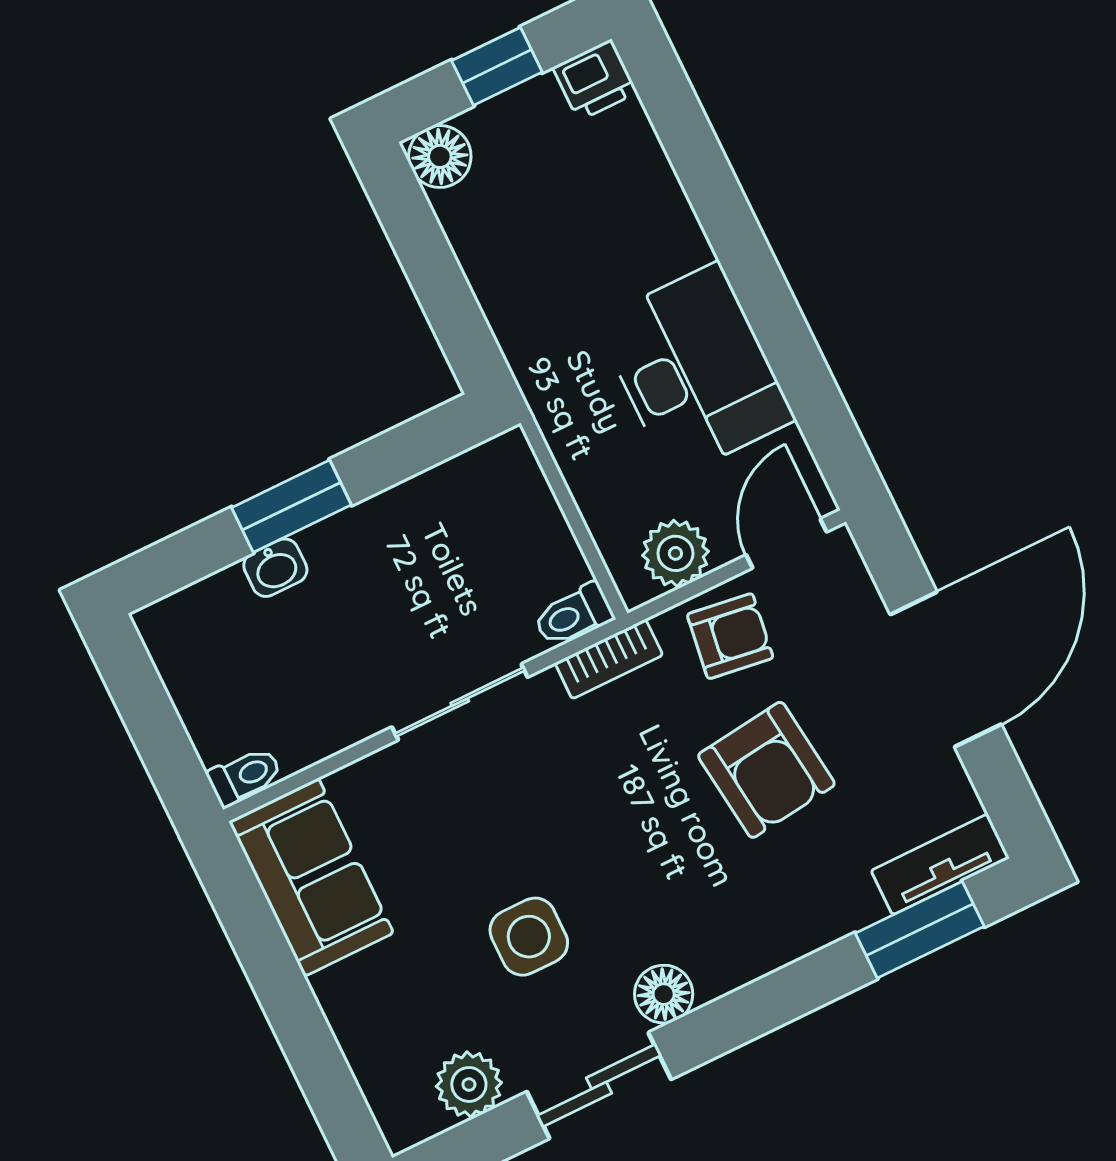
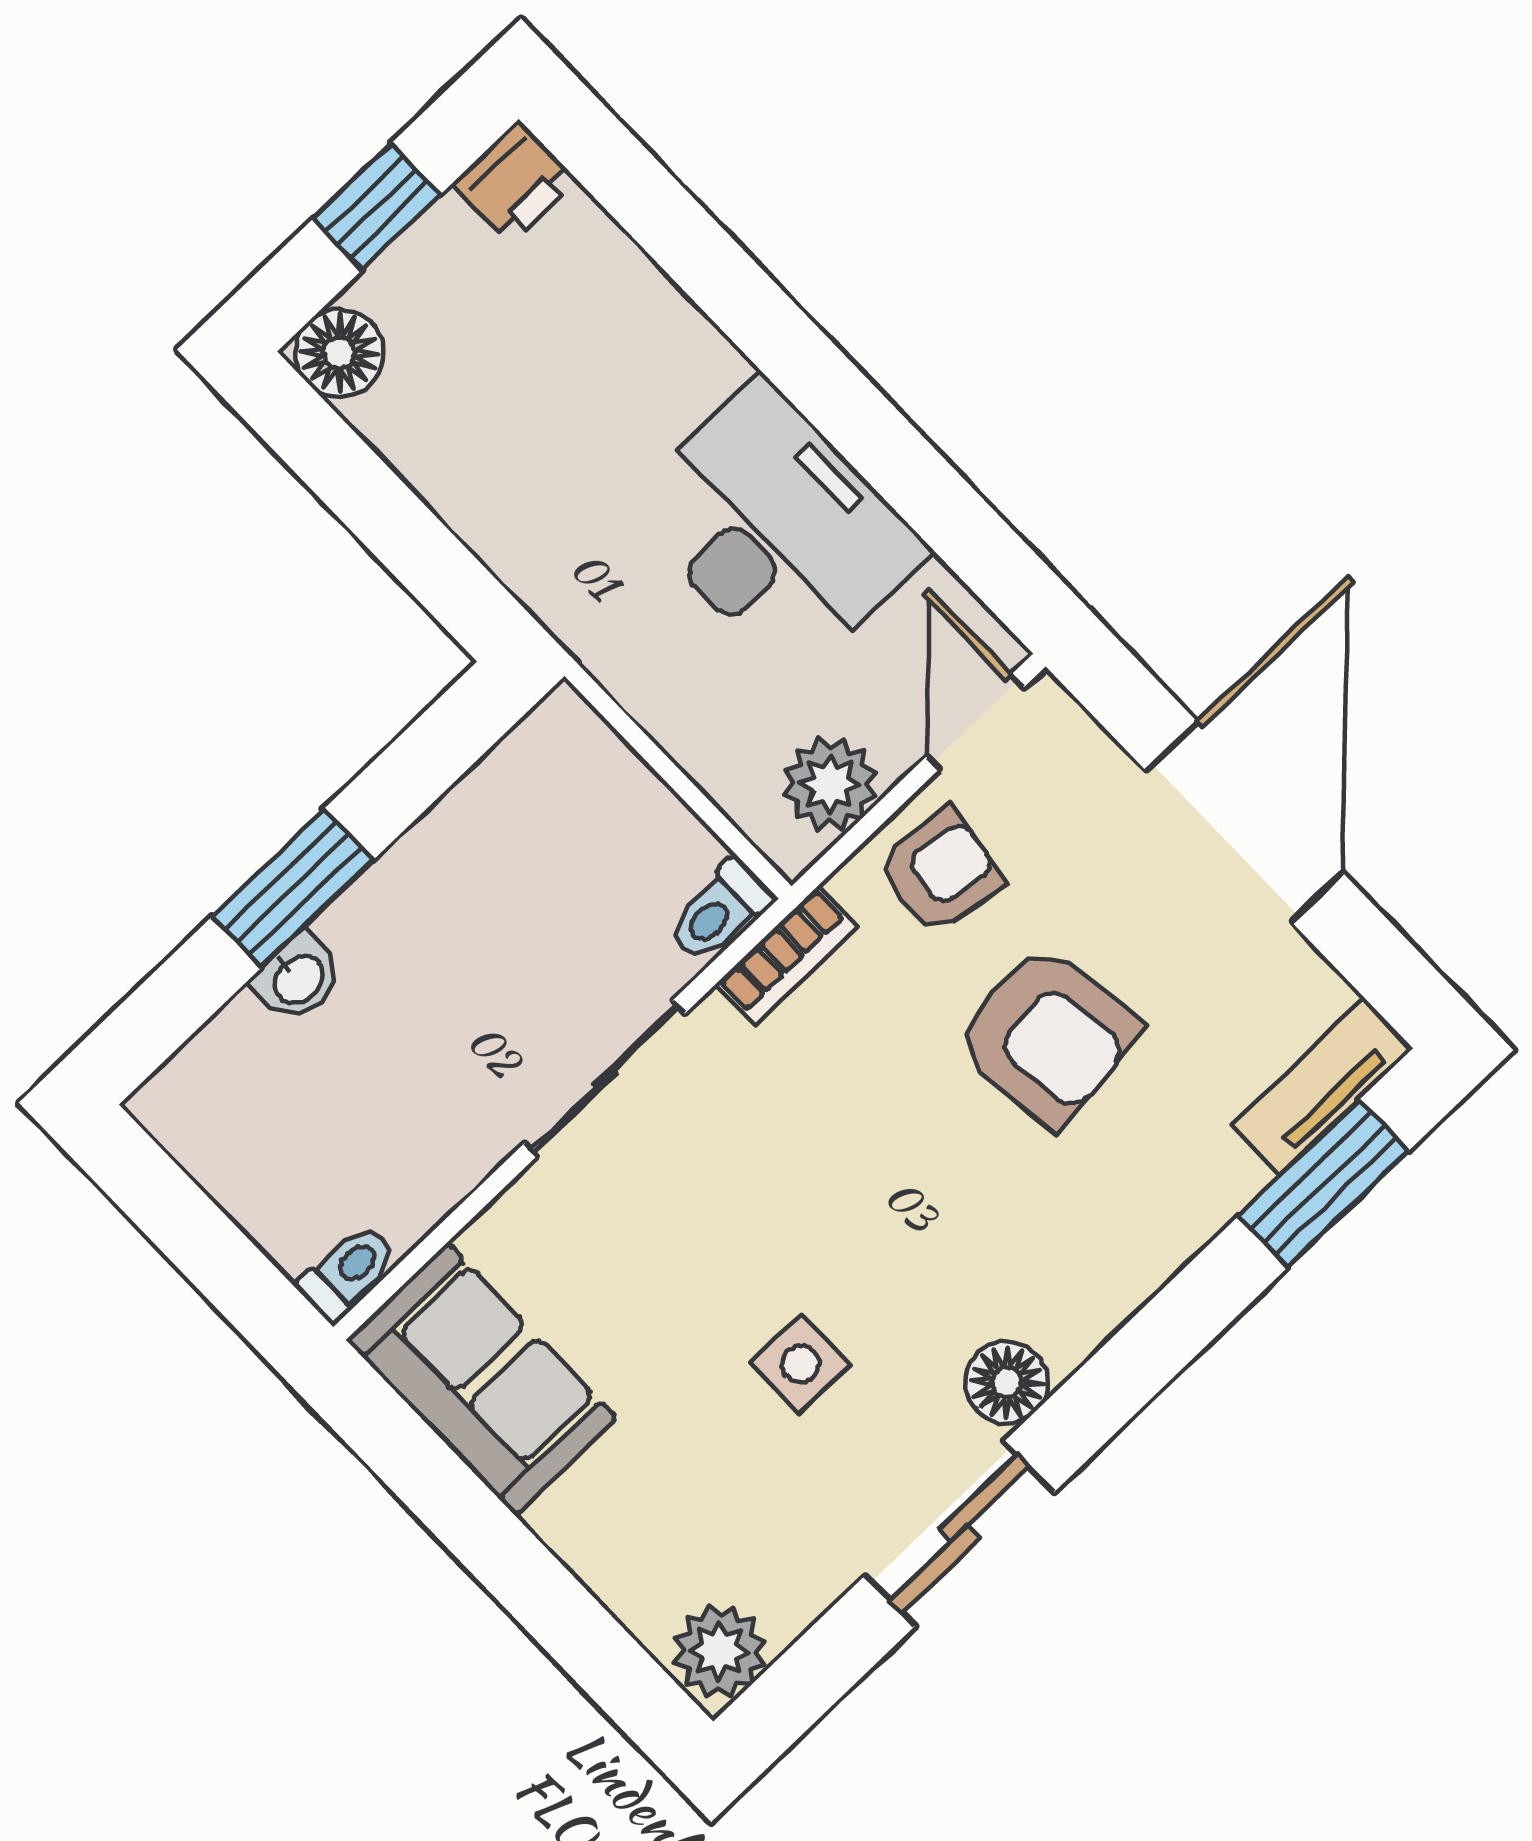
side table: (529, 937) -> (800, 1364), width x0.73, depth x0.73
plant: (469, 1084) -> (720, 1651), moved

